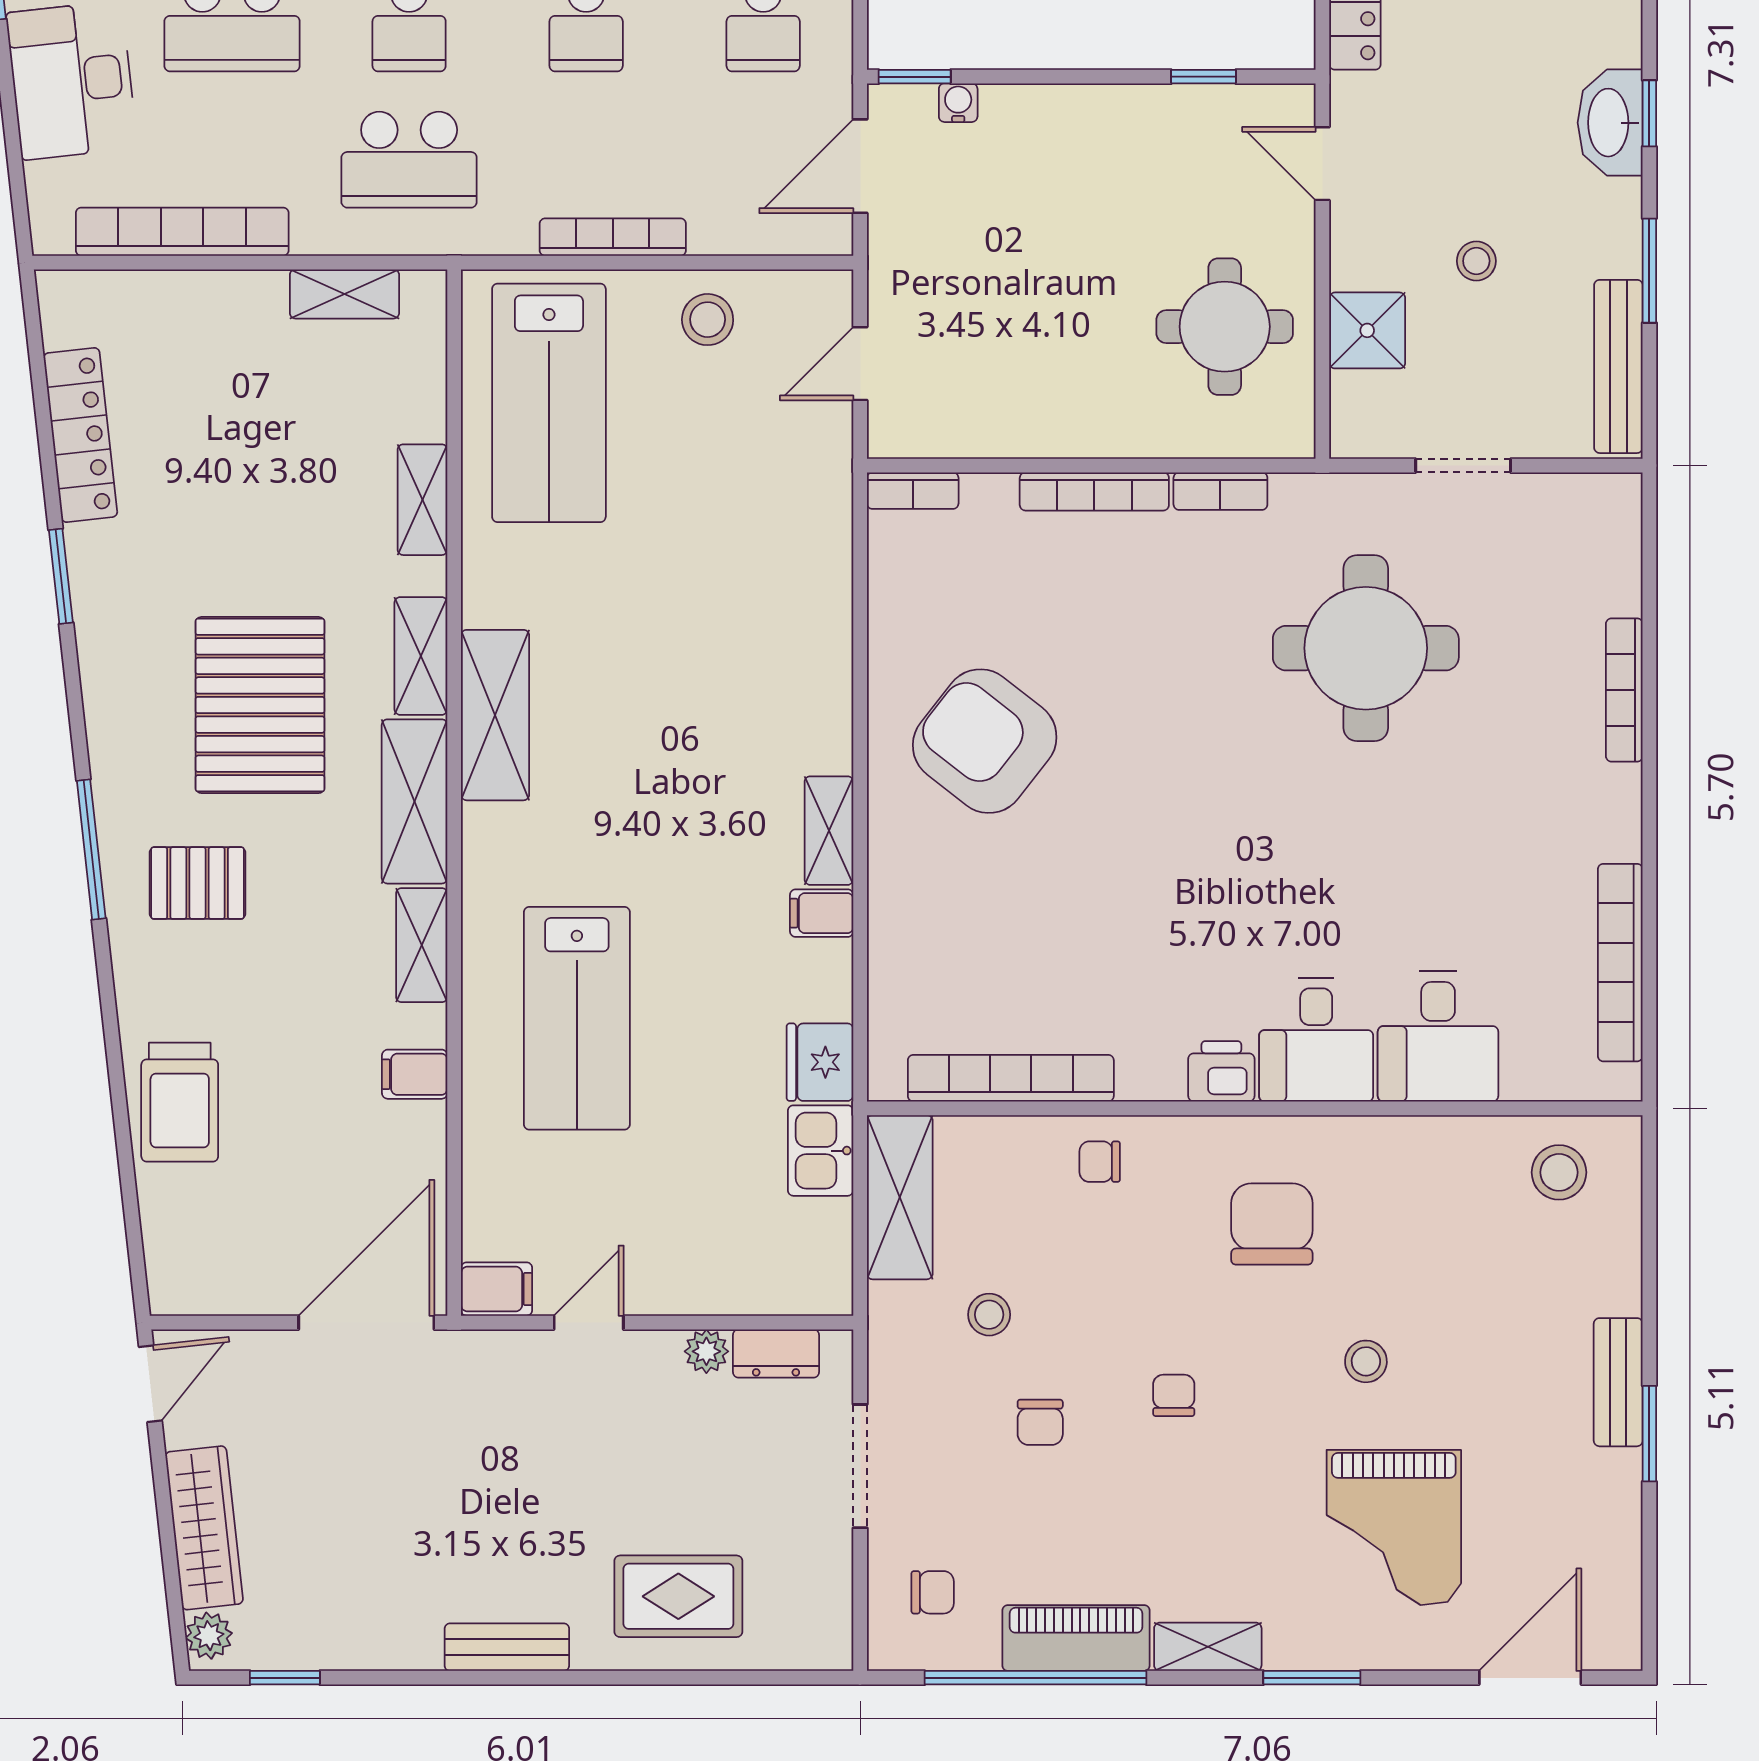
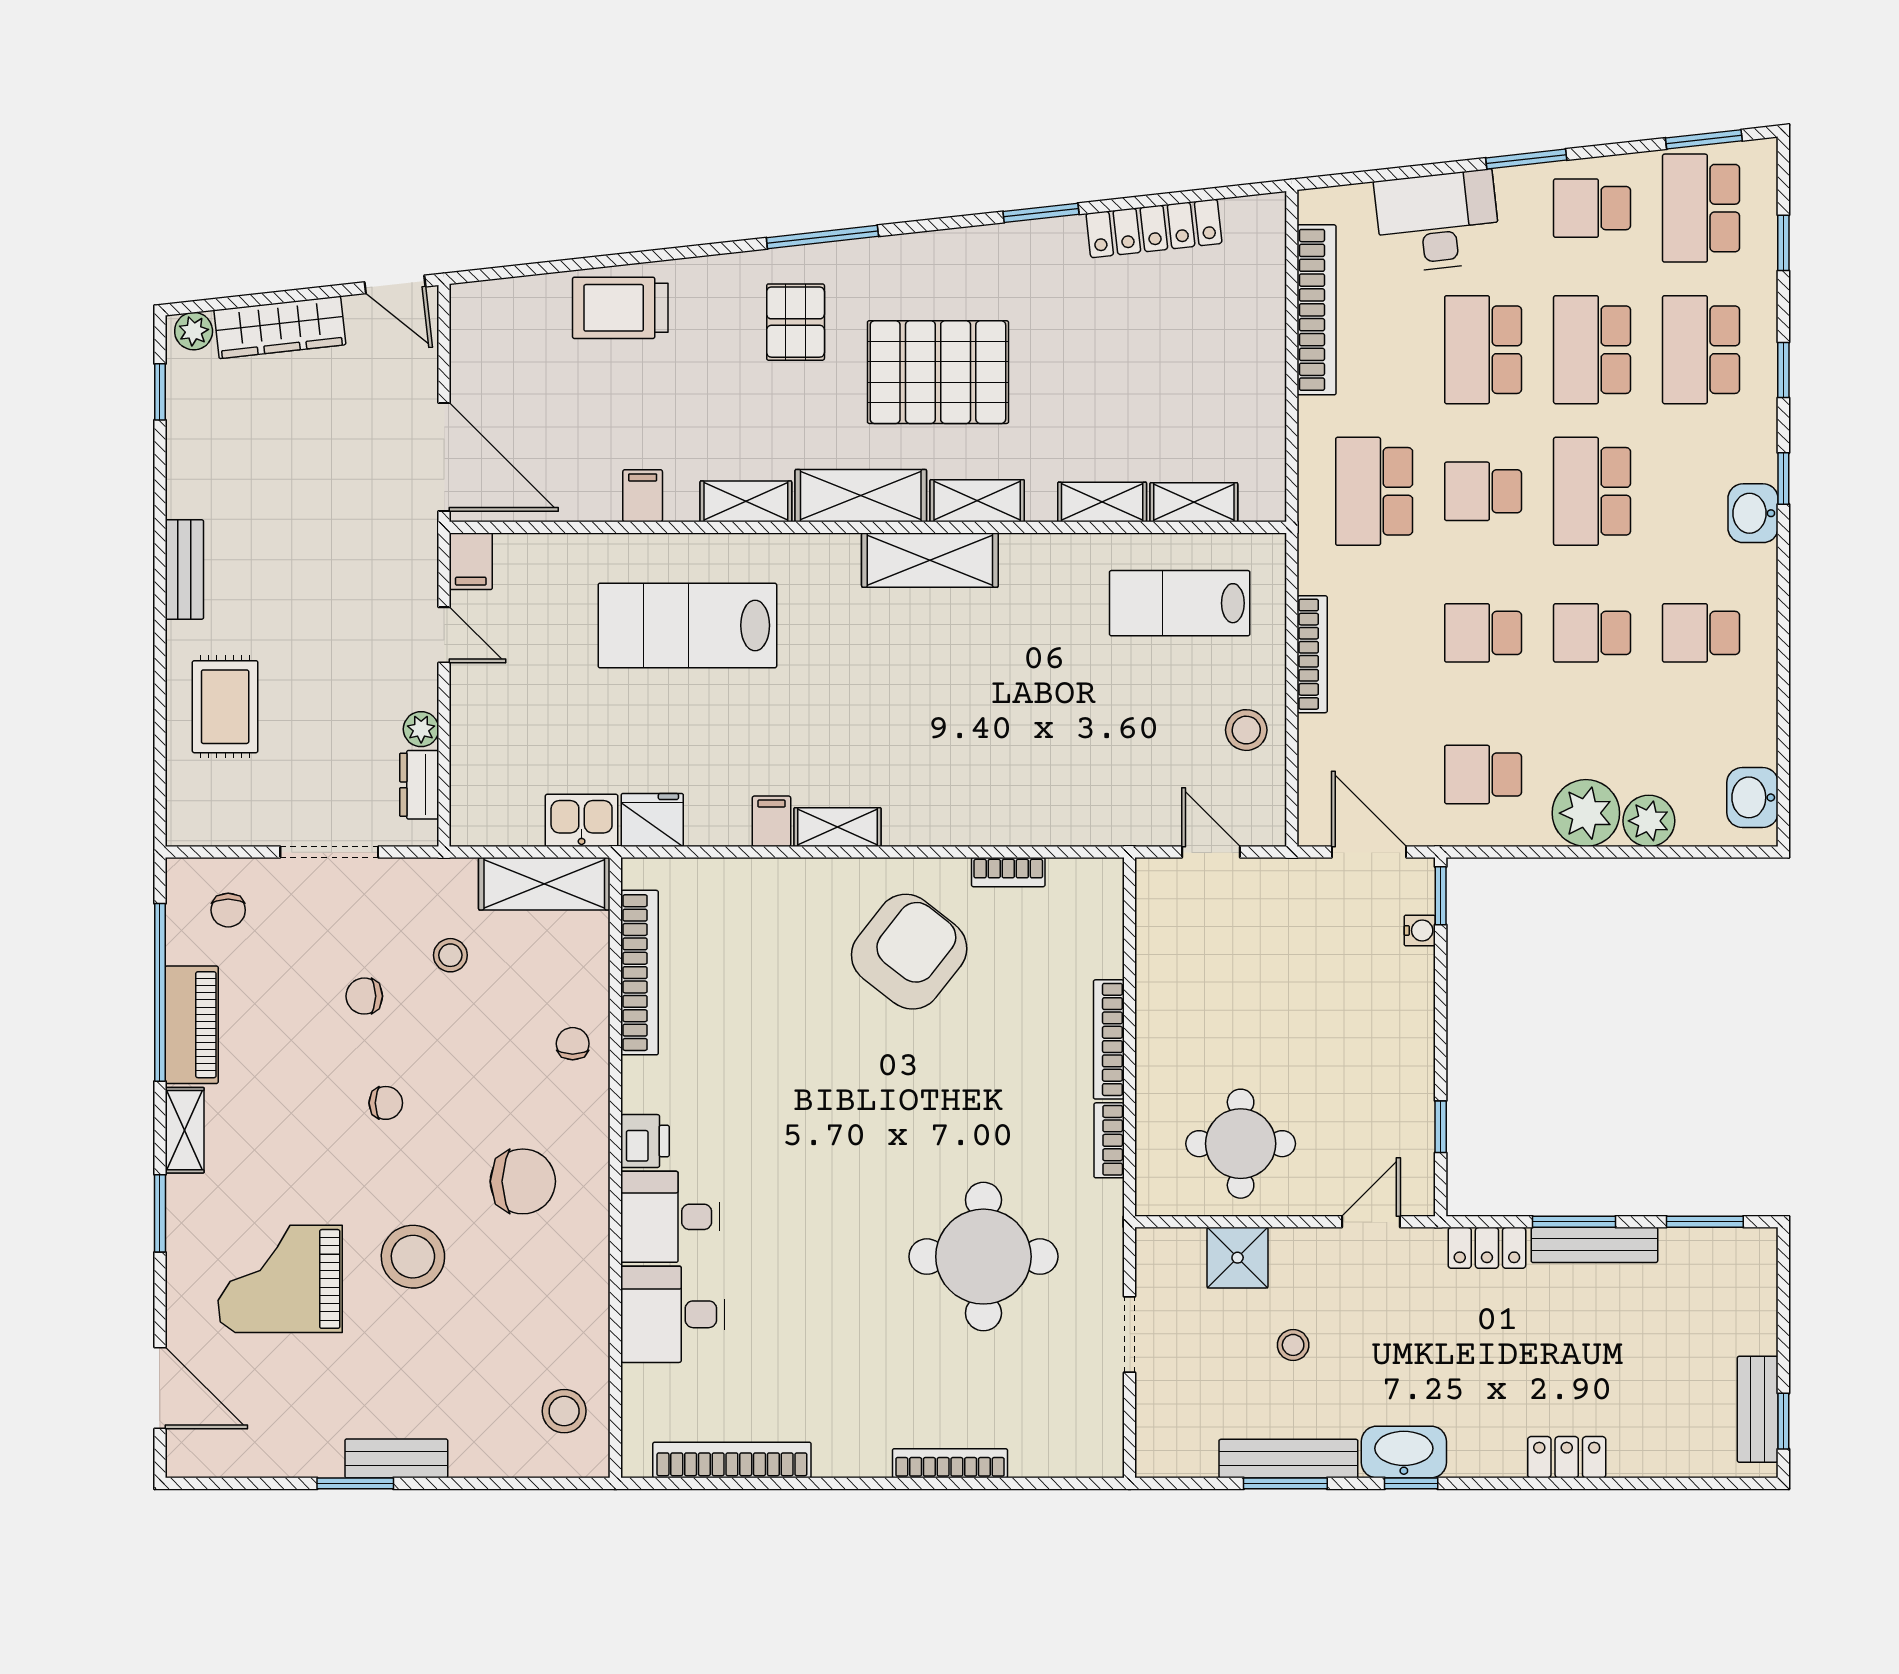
shelving: (344, 294) -> (1194, 502), moved, turned 90
bench: (1618, 366) -> (1288, 1459), moved
lab bench: (549, 403) -> (1180, 603), width x0.73, depth x0.72
bookcase: (913, 491) -> (1008, 872), moved, turned -90
stool: (1366, 1361) -> (413, 1257), width x1.89, depth x1.89

